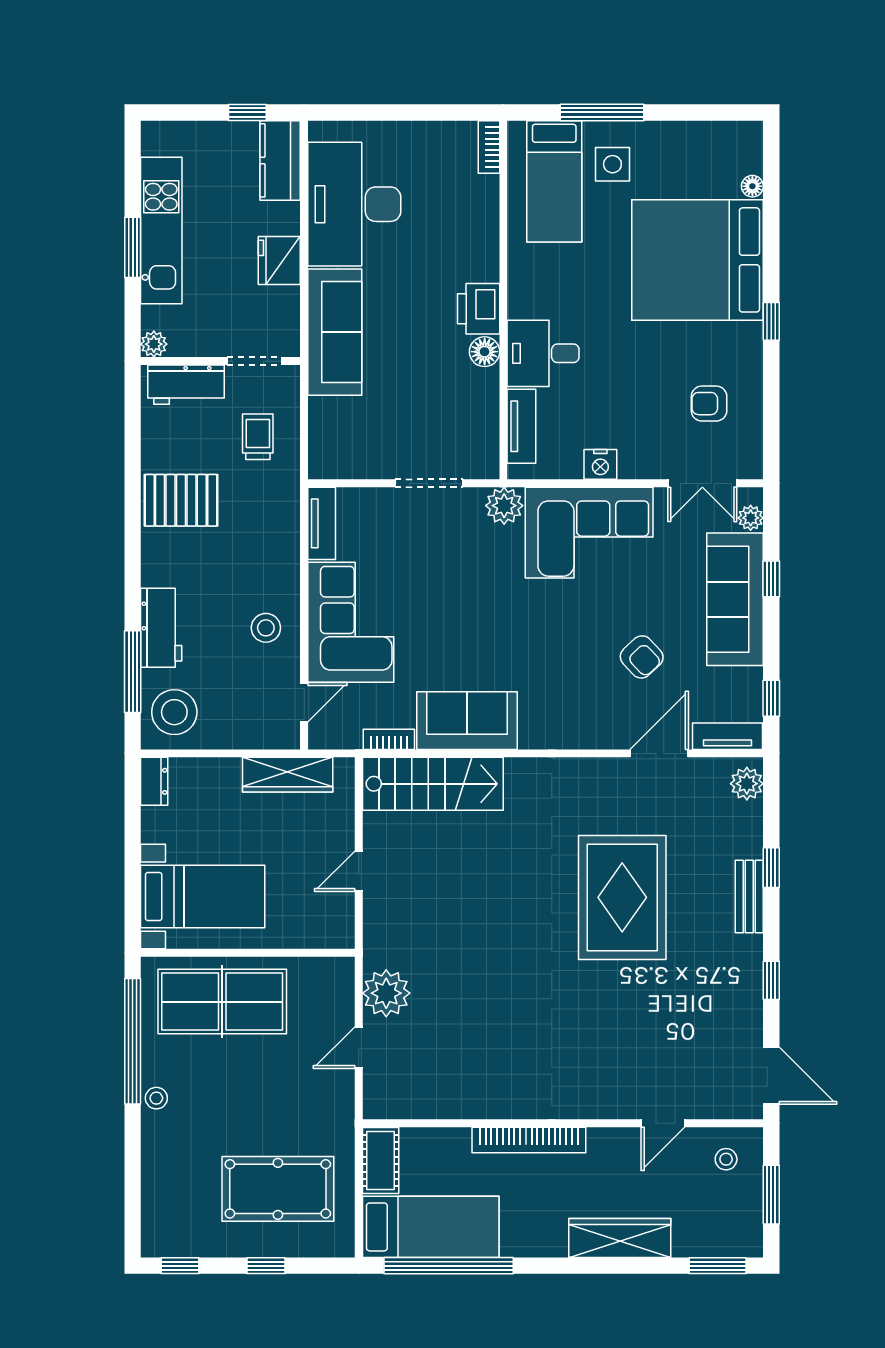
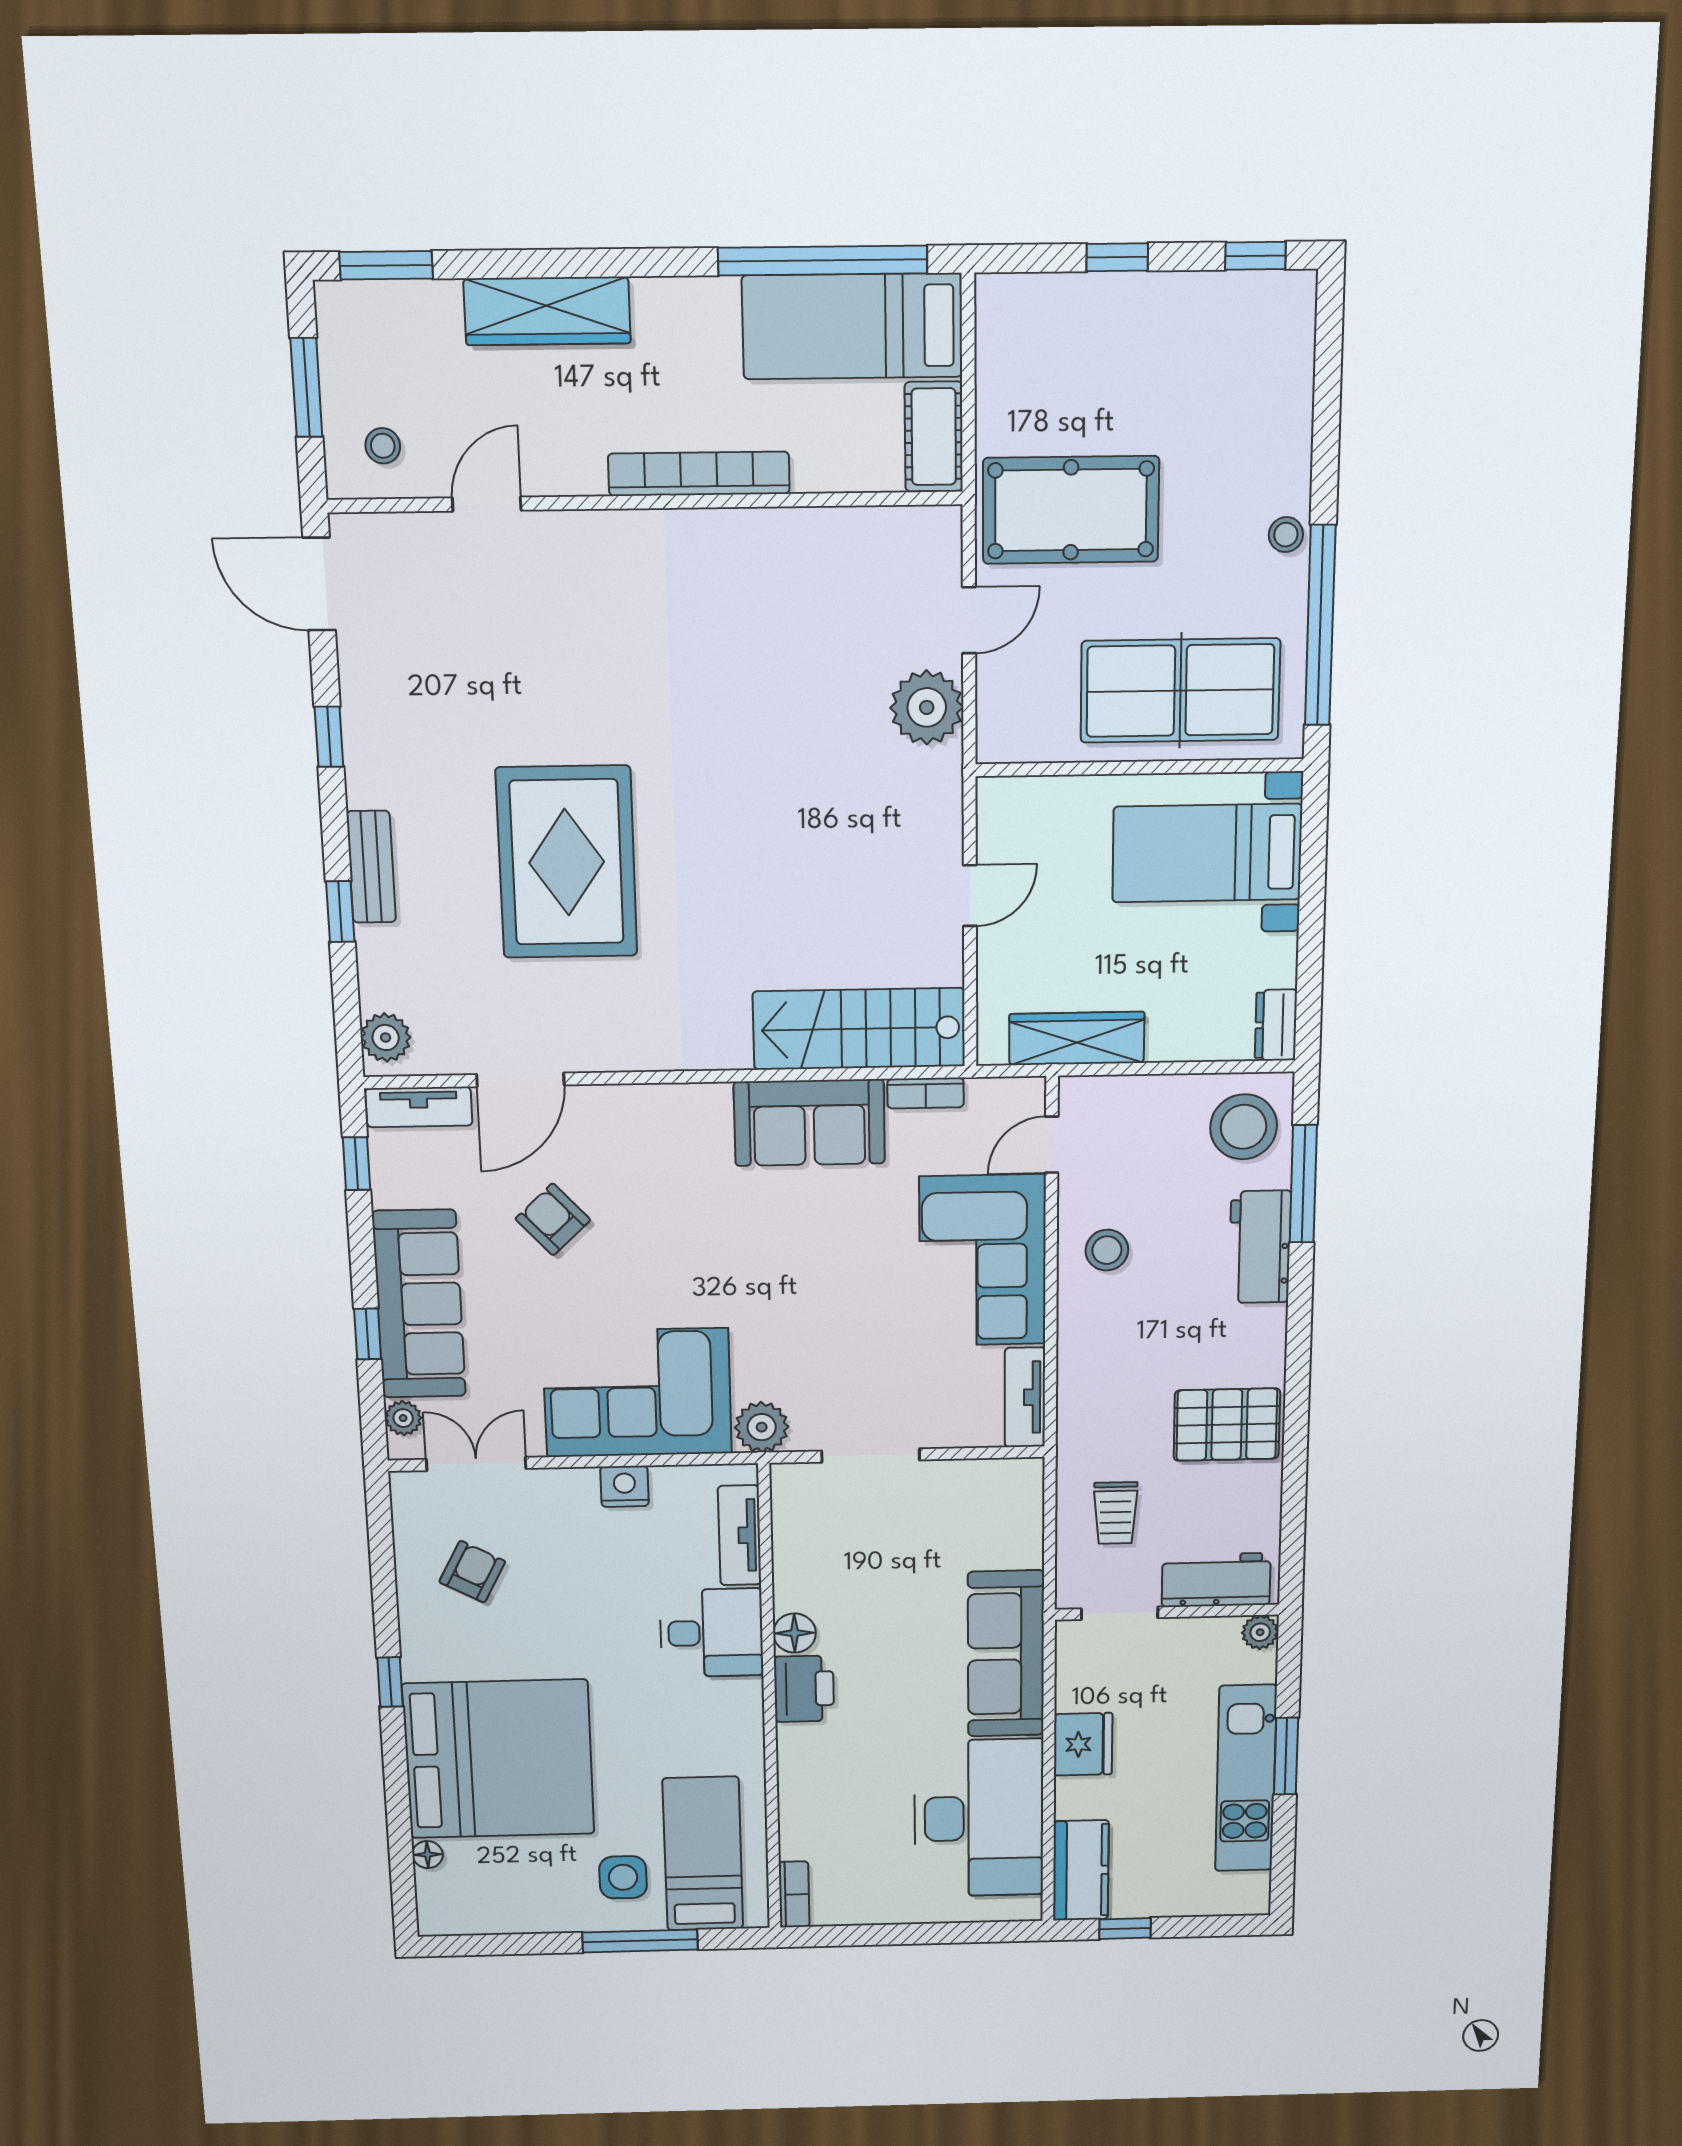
armchair: (709, 404) -> (472, 1572), turned -62
pool table: (278, 1189) -> (1071, 510), moved

